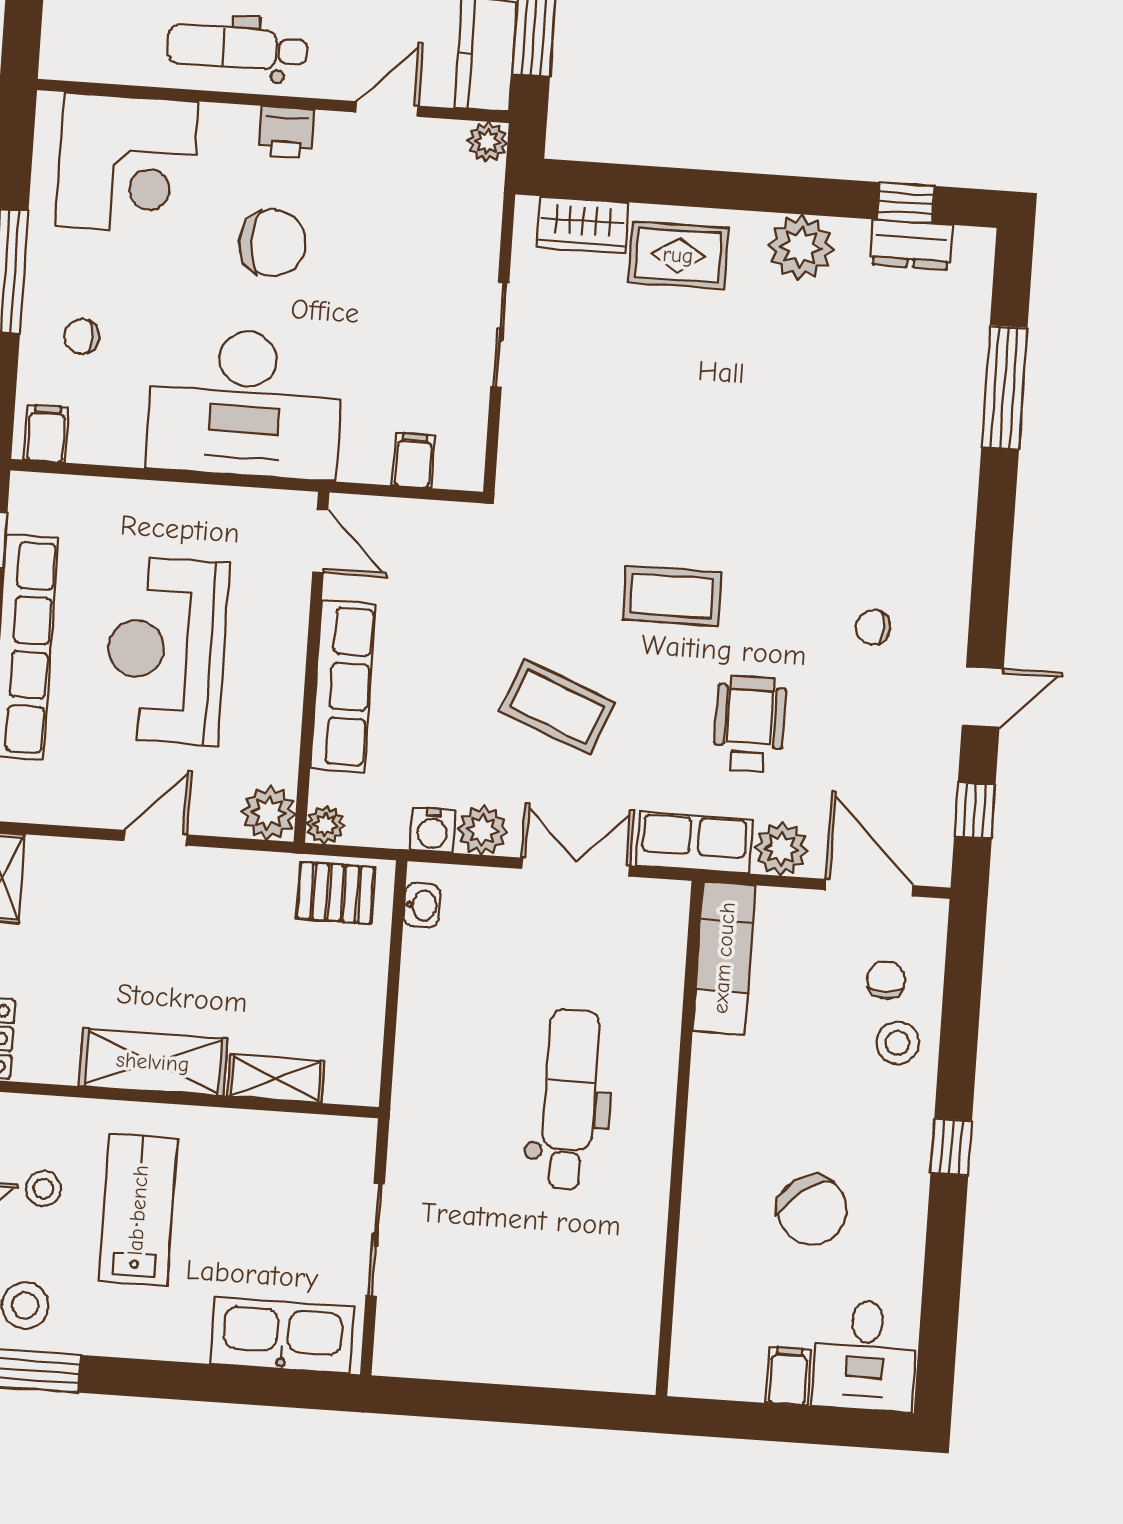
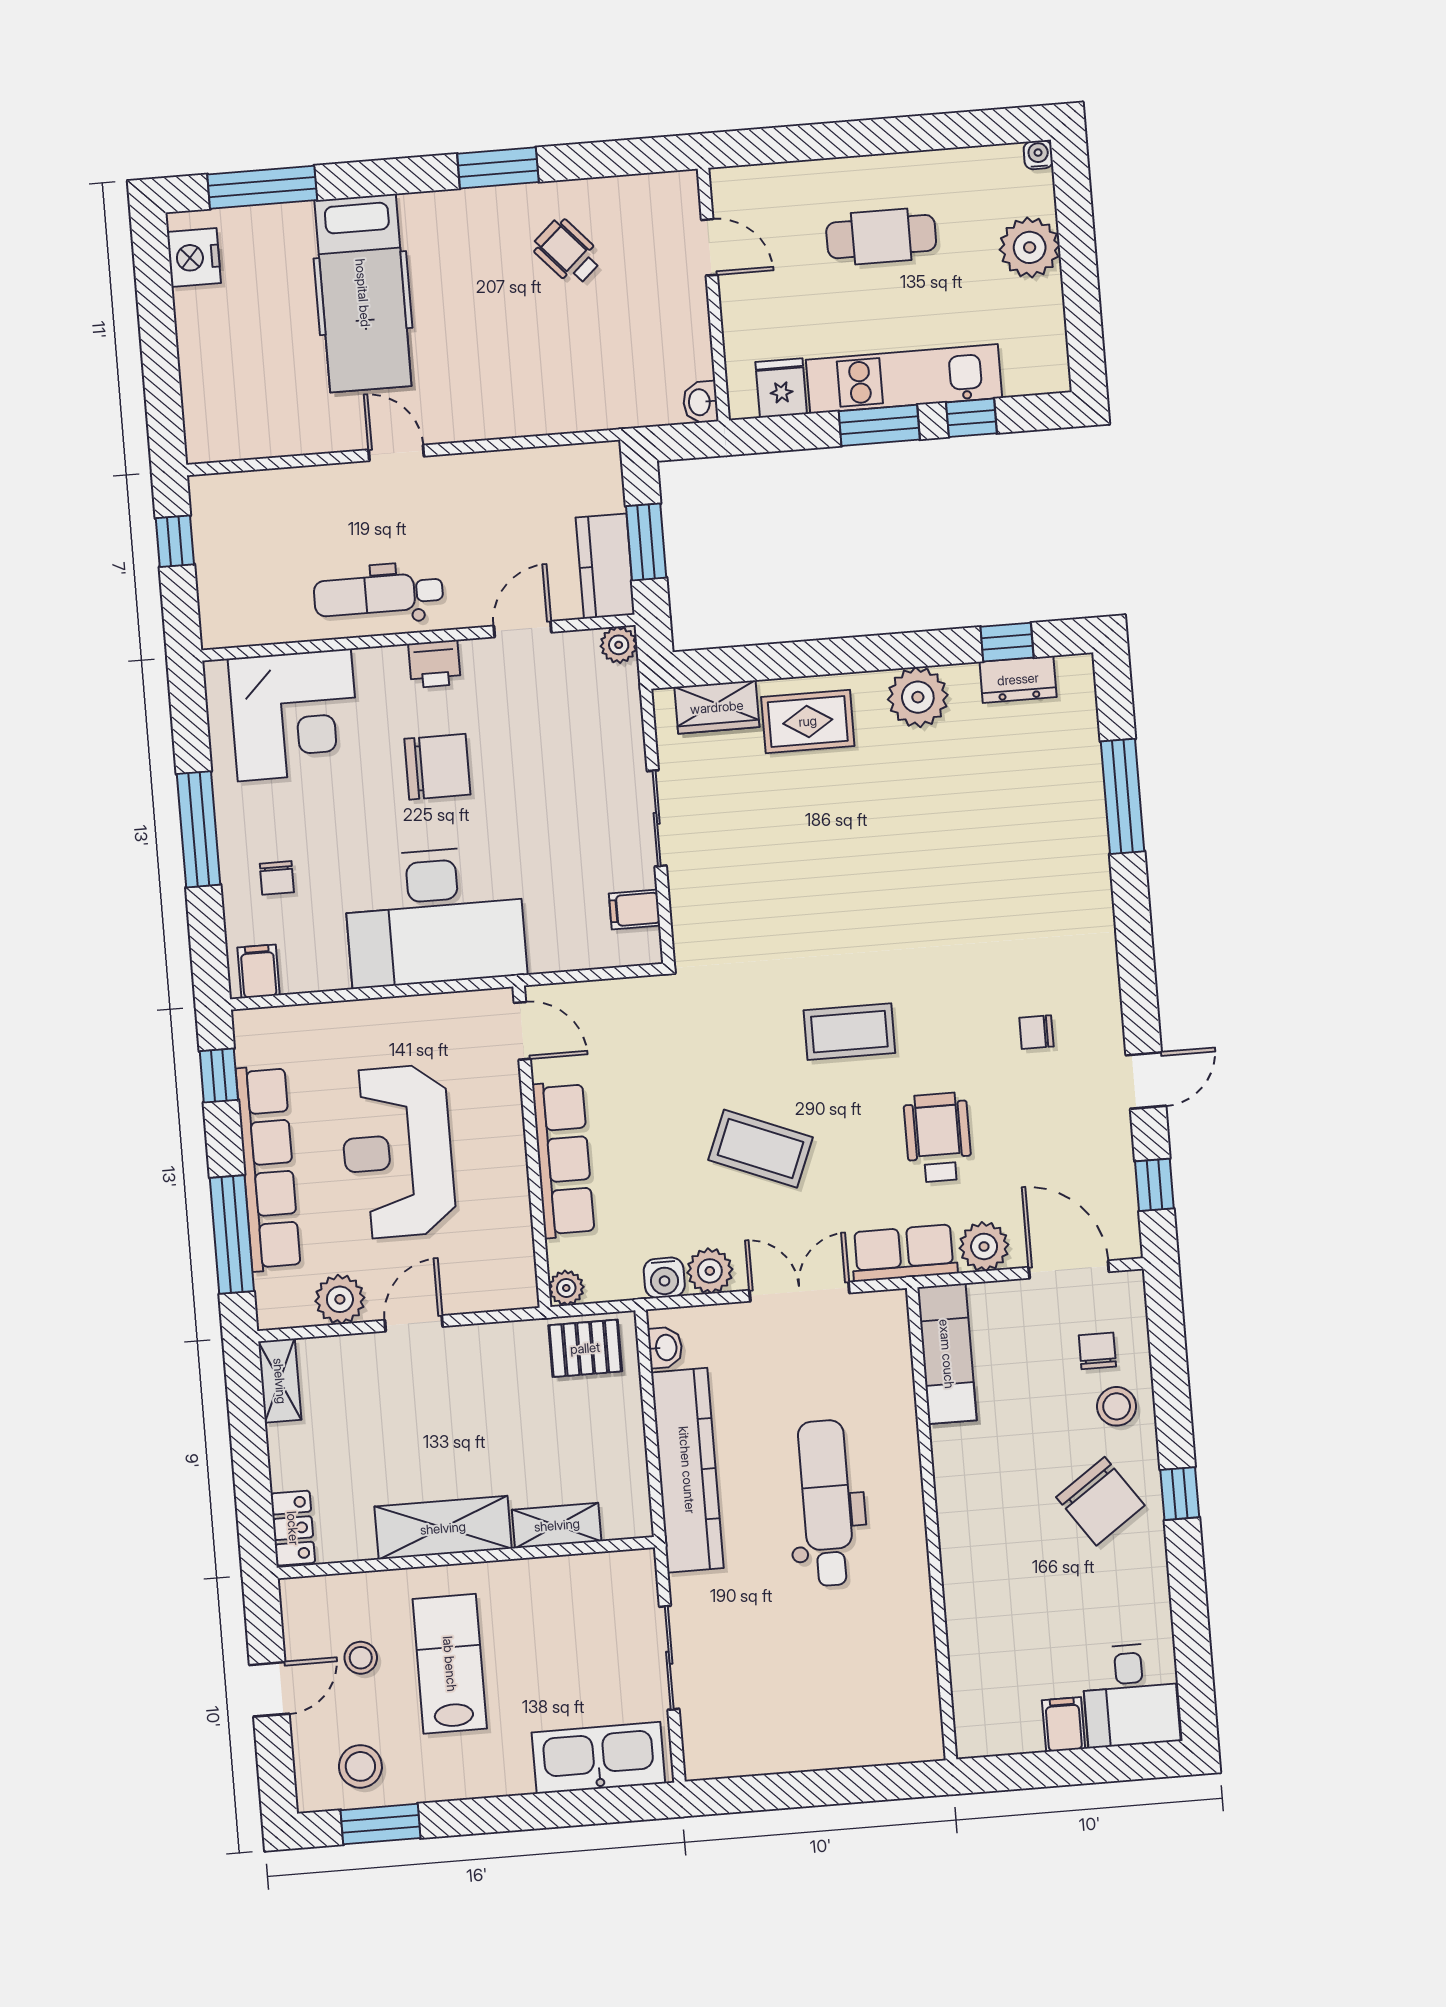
chair: (82, 336) -> (277, 878), turned -90
filing cabinet: (413, 461) -> (635, 910), moved, turned -90
plant: (269, 813) -> (340, 1299), moved
kitchen counter: (425, 1041) -> (687, 1470), added
chair: (812, 1210) -> (1100, 1501), moved

